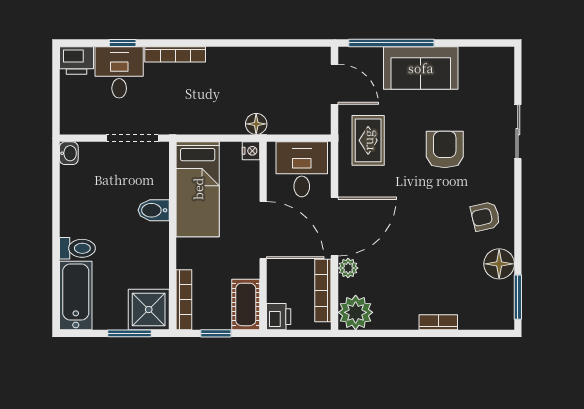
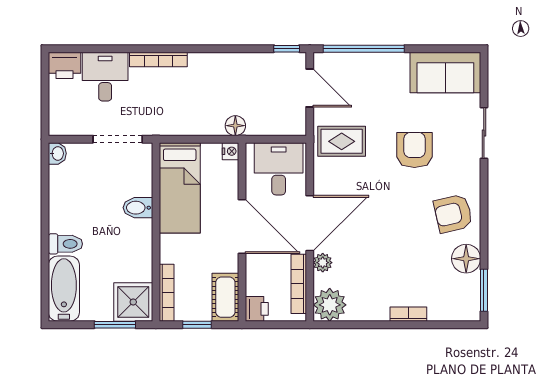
window: (123, 43) -> (287, 49), moved
sofa: (421, 68) -> (445, 72), moved
rug: (368, 140) -> (342, 141), turned 90
armchair: (485, 216) -> (453, 214), width x1.38, depth x1.38

